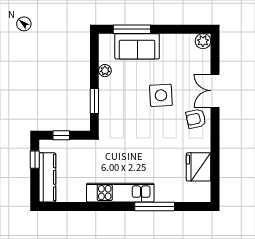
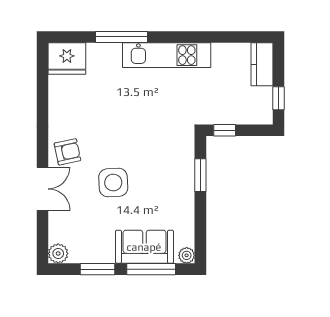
window: (173, 29) -> (98, 269), added
plant: (105, 71) -> (187, 255), moved
window: (61, 135) -> (225, 130), moved
fridge: (199, 167) -> (67, 59), moved, turned 90
kitchen counter: (47, 177) -> (262, 64), width x0.67

